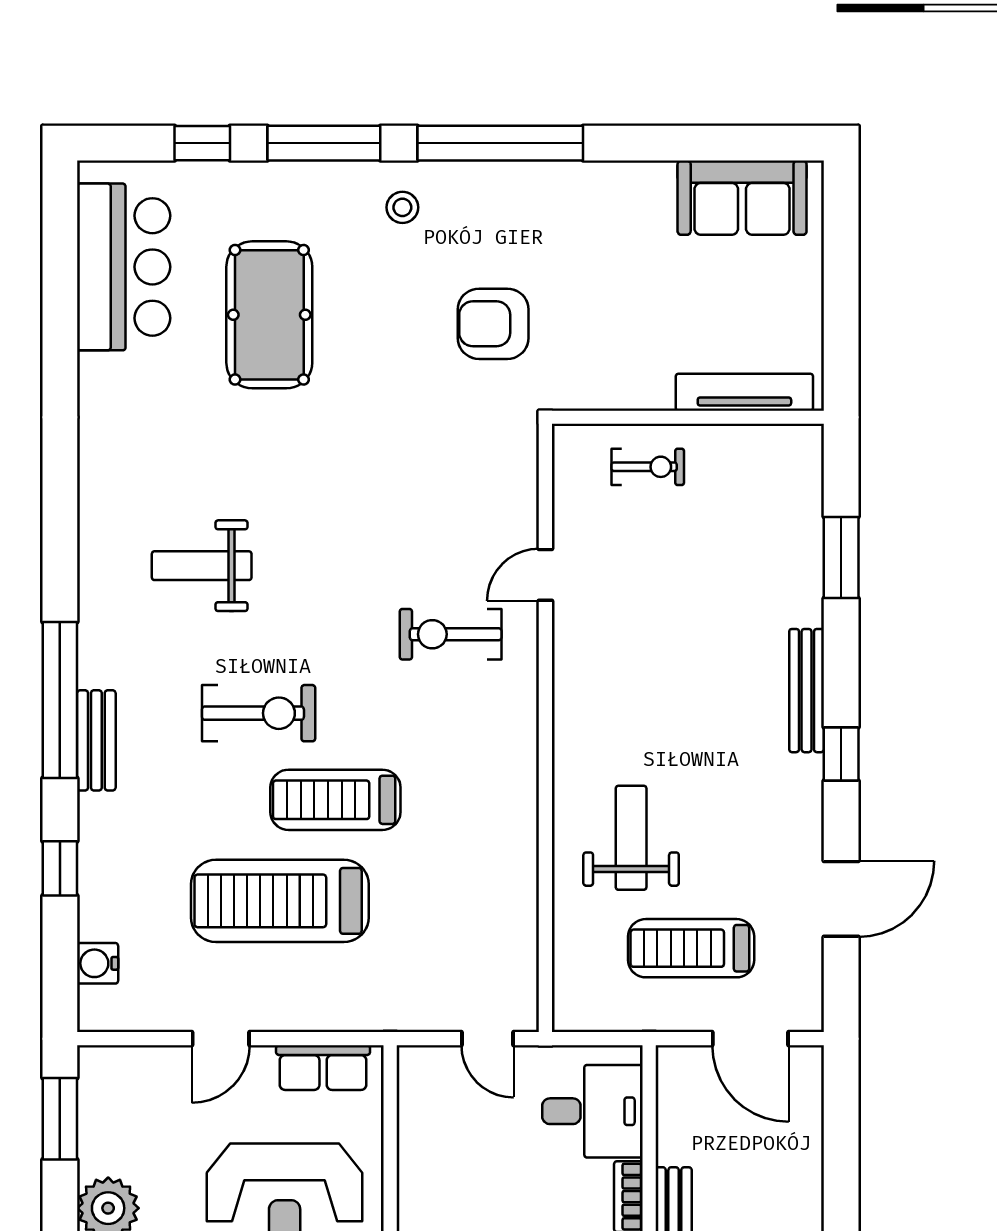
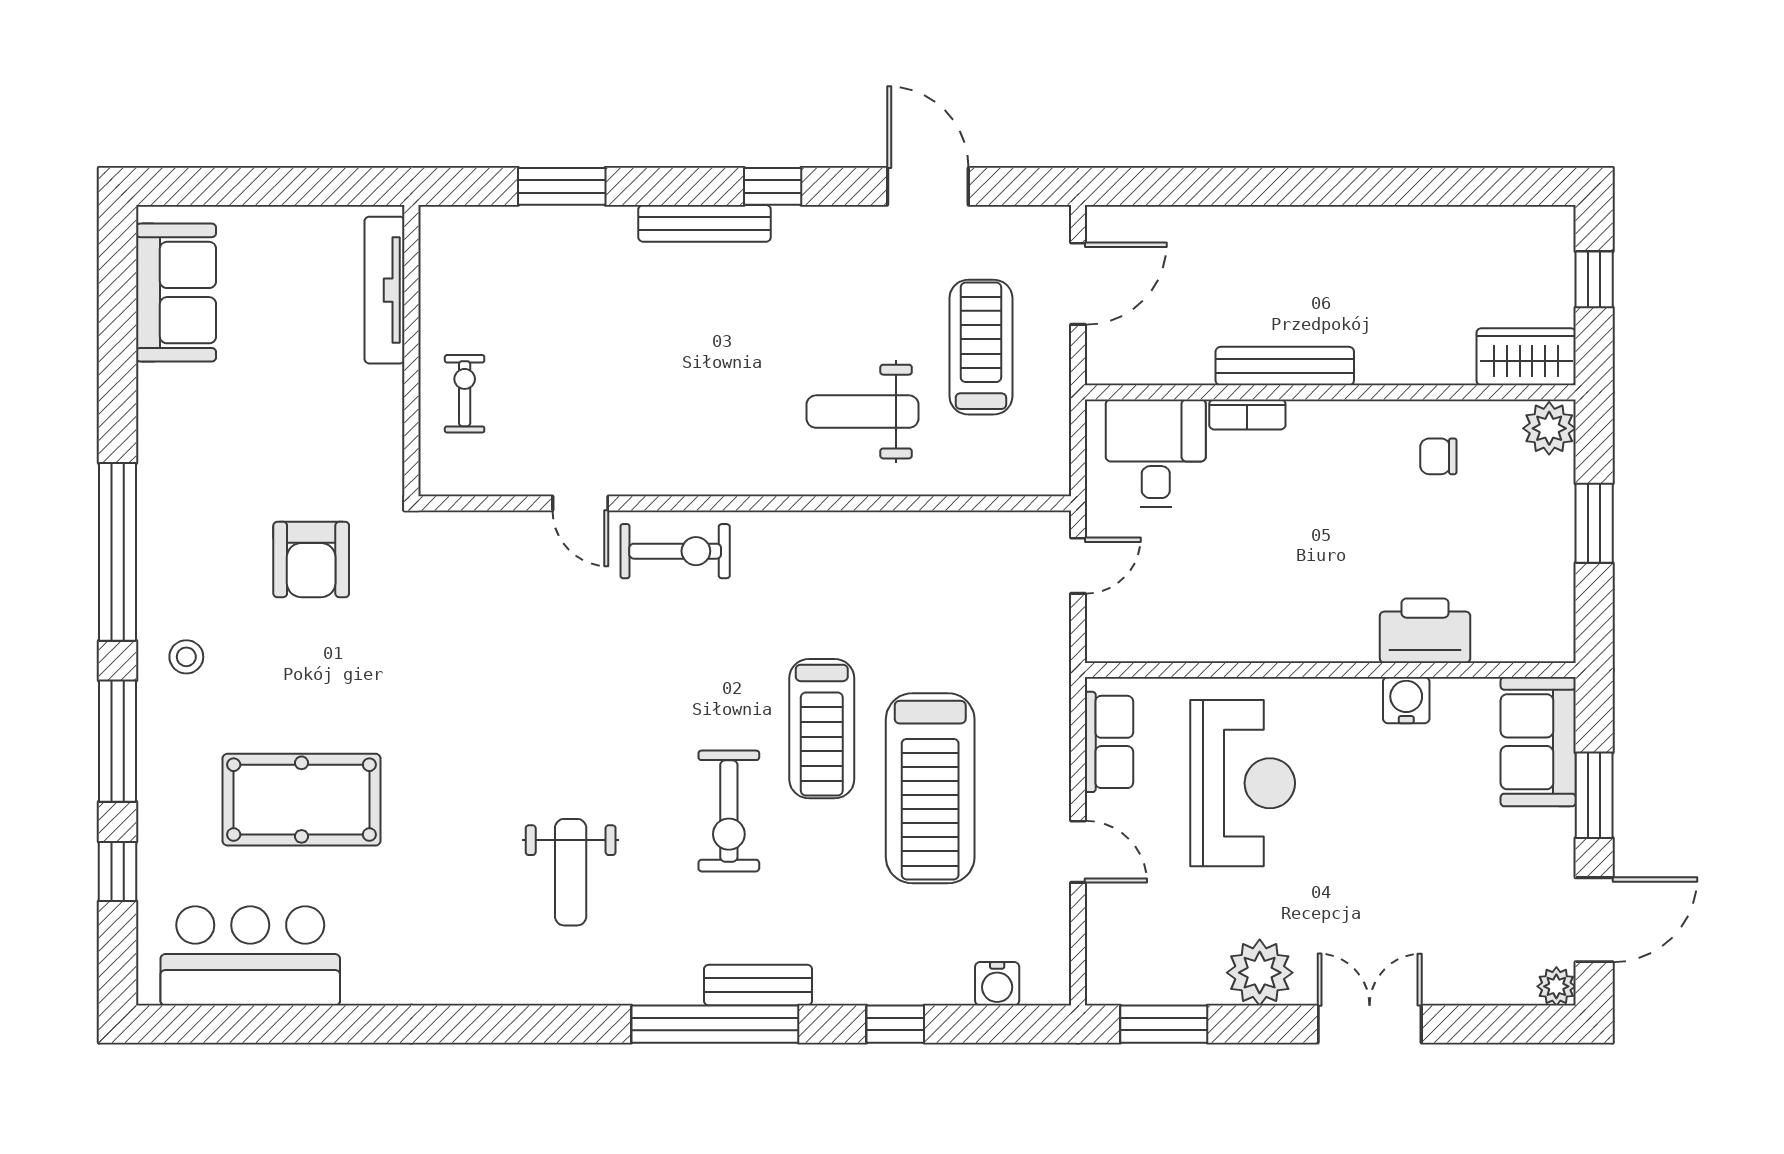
exercise bike: (451, 634) -> (675, 551), moved, turned -90
exercise bike: (259, 713) -> (729, 811), turned 180
treadmill: (691, 948) -> (981, 347), turned 180

